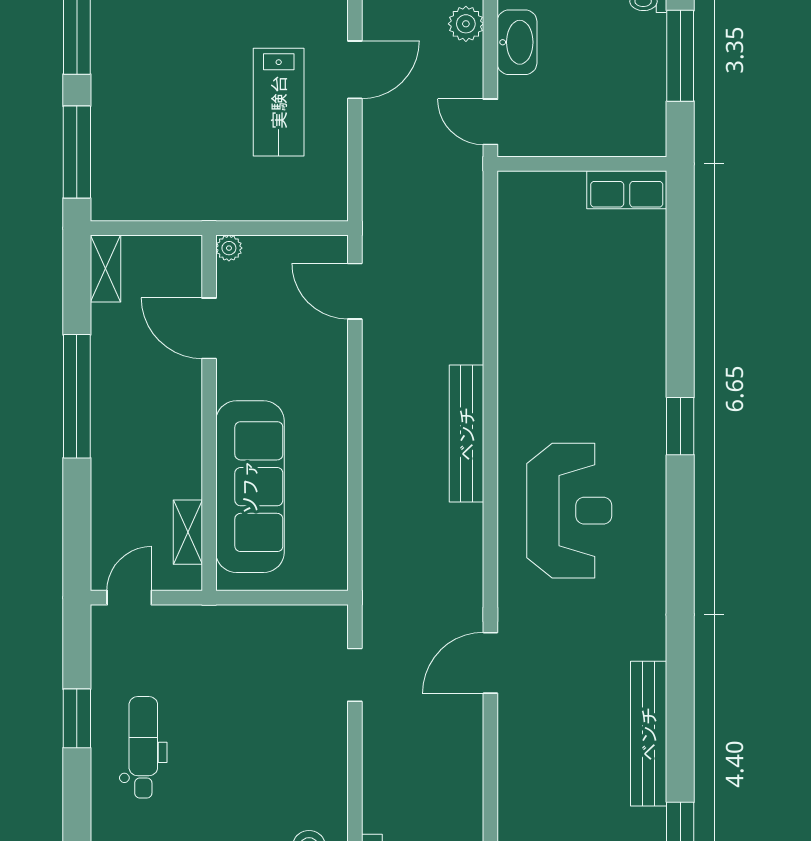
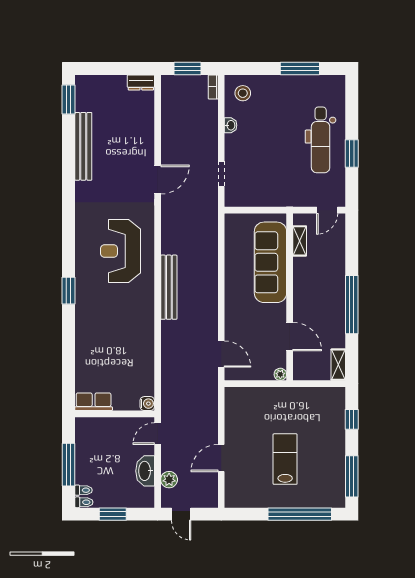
lab bench: (279, 102) -> (285, 459), moved
door: (490, 122) -> (158, 434), swing flipped
window: (77, 152) -> (352, 419), width x0.46
water cooler: (512, 186) -> (147, 404), added
dental chair: (143, 747) -> (321, 140), width x1.36, depth x1.38
washbasin: (335, 778) -> (231, 125), added

